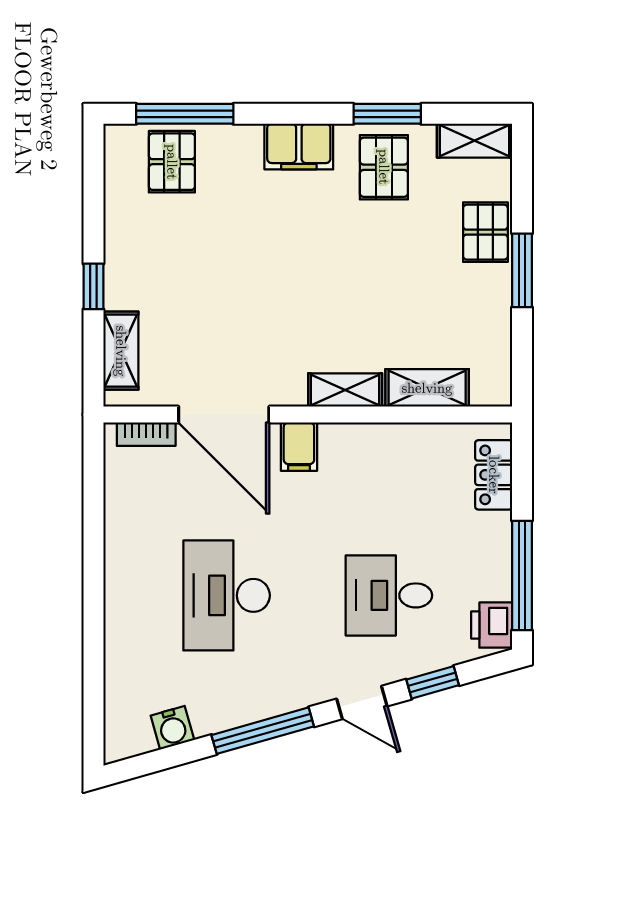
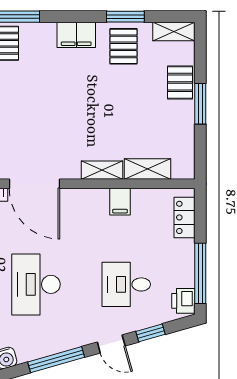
filing cabinet: (299, 447) -> (120, 202), moved

